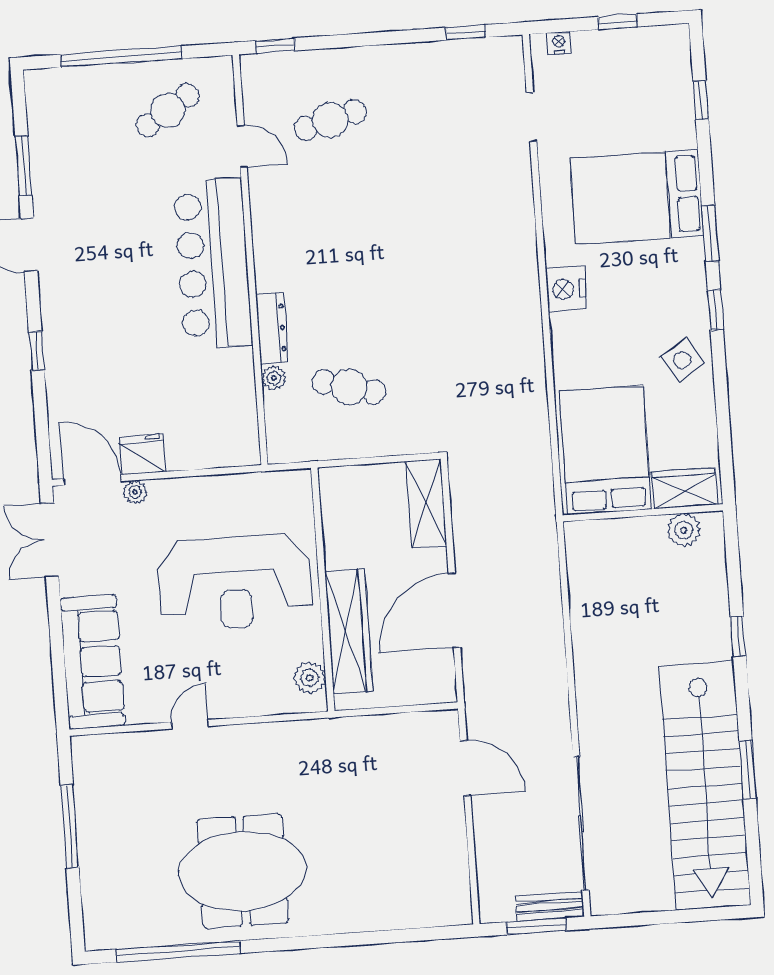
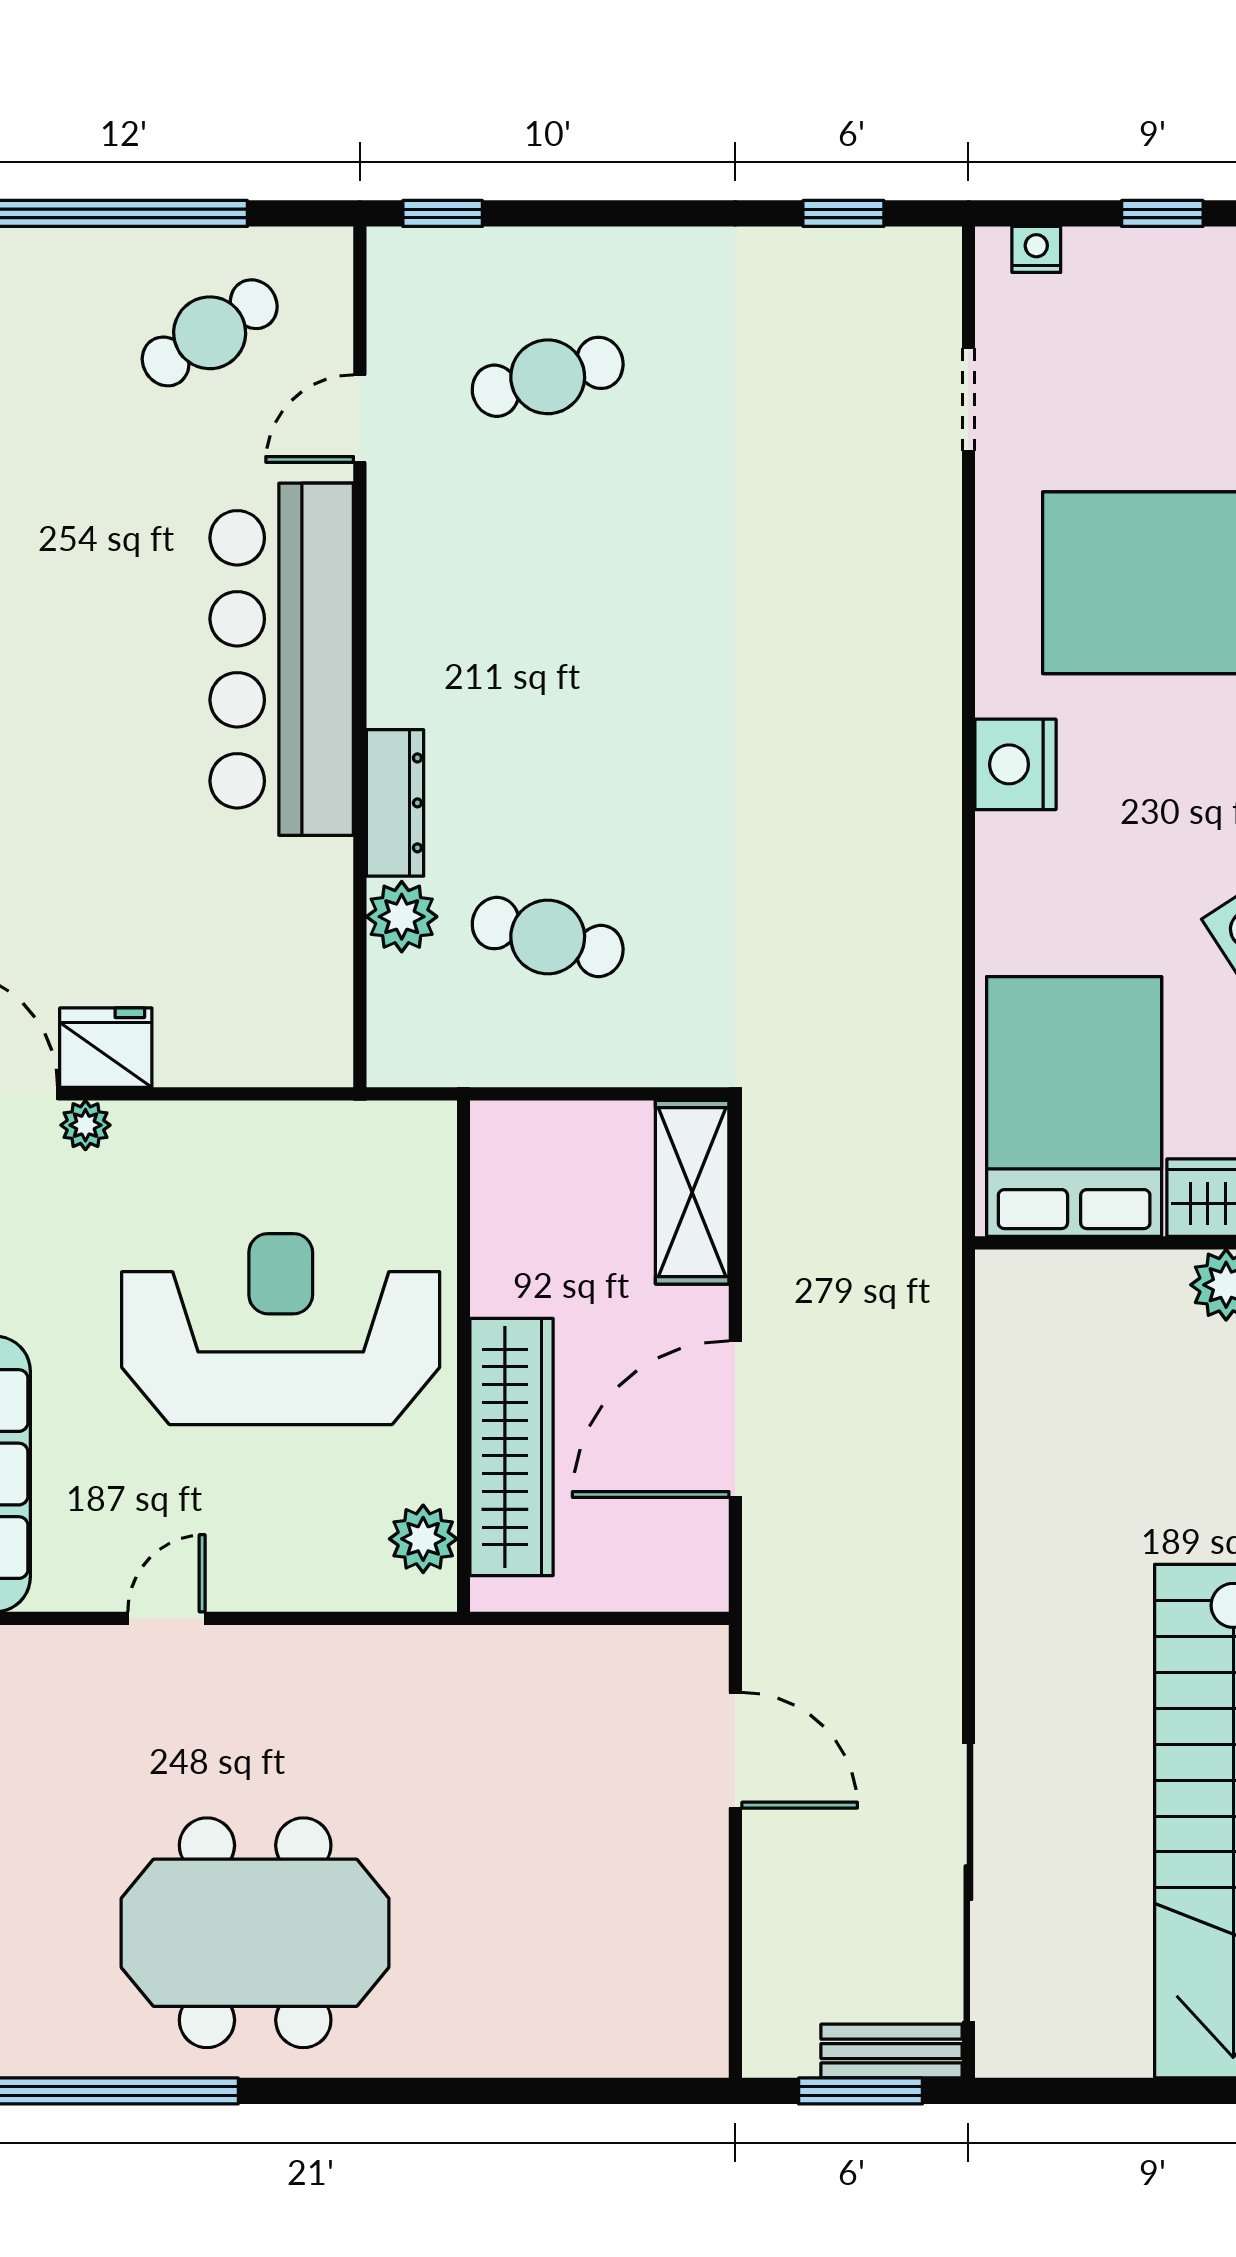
door: (242, 146) -> (360, 419), swing flipped
plant: (274, 378) -> (402, 917), width x1.38, depth x1.38
reception desk: (235, 583) -> (281, 1329), turned 180

